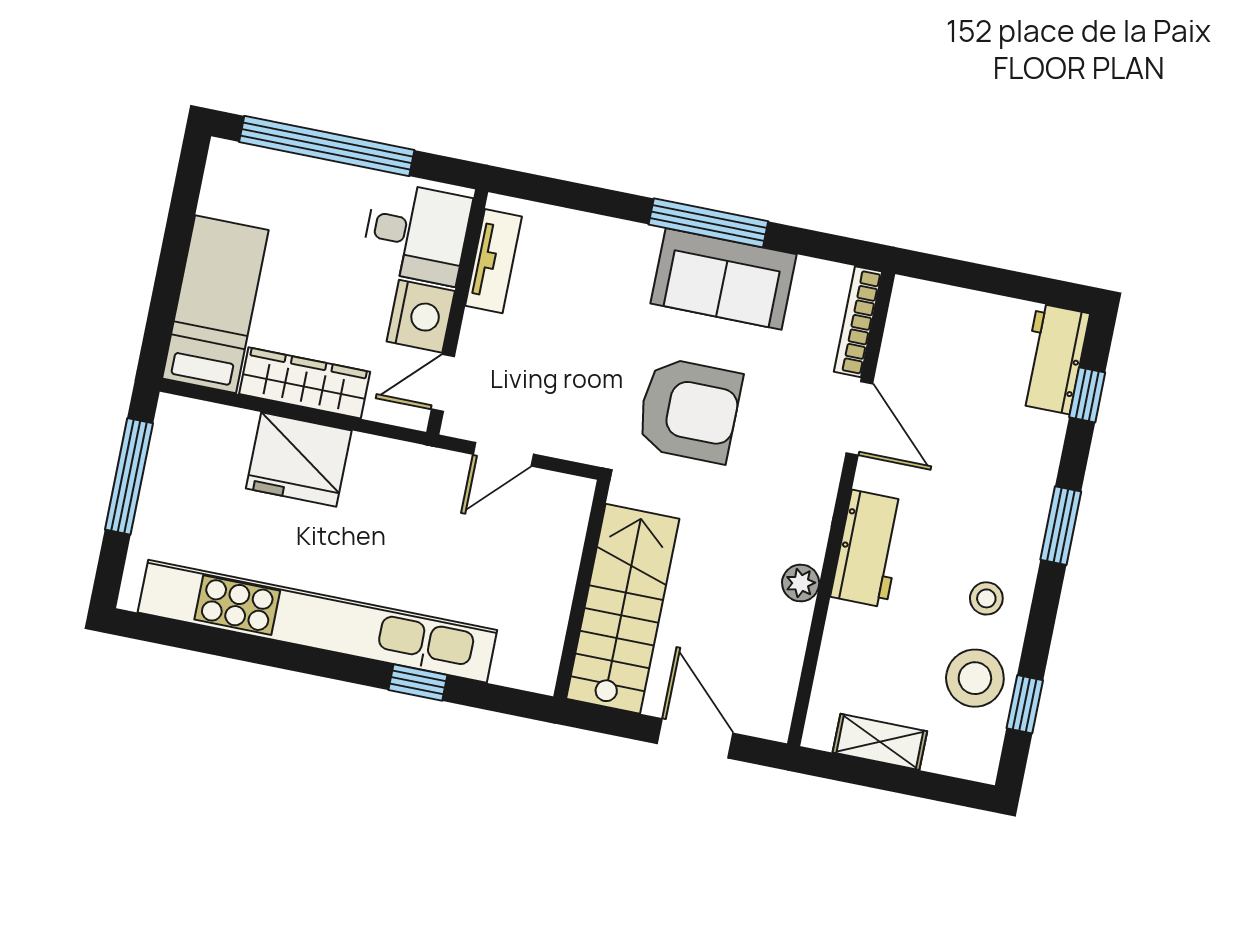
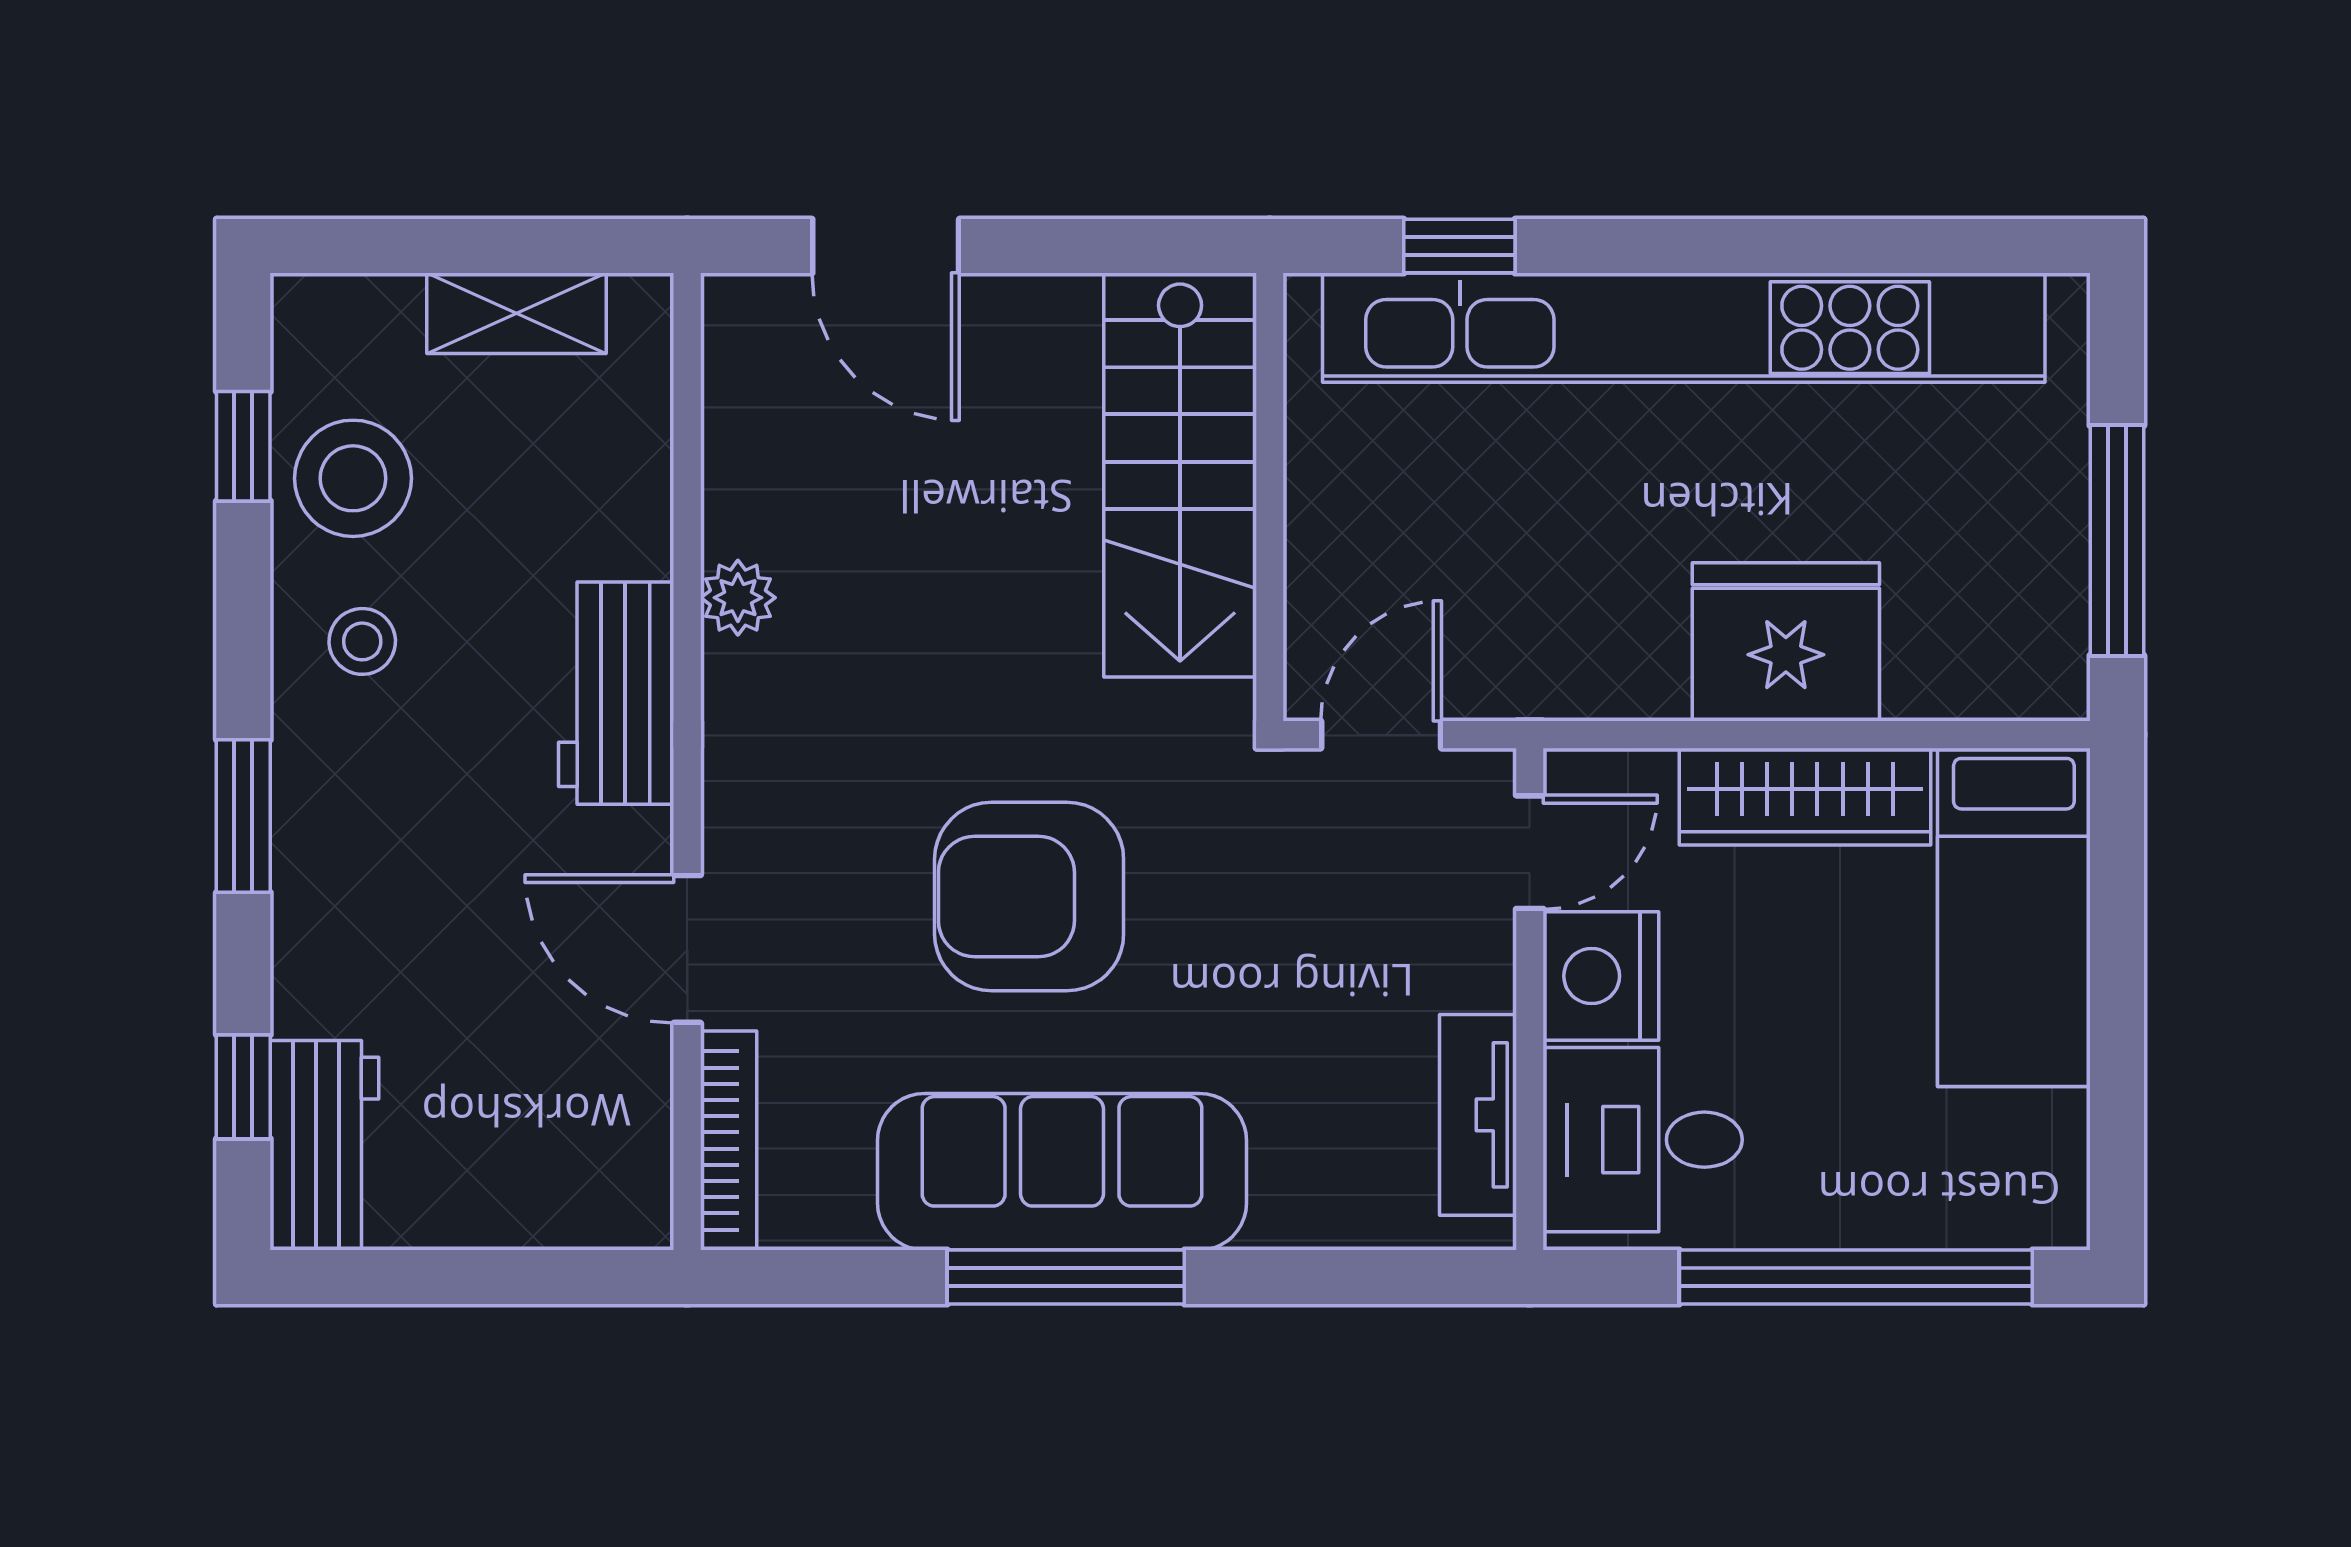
sofa: (724, 279) -> (1062, 1172), width x1.36
wall: (582, 589) -> (1270, 497), moved
stairs: (623, 609) -> (1180, 475), moved

